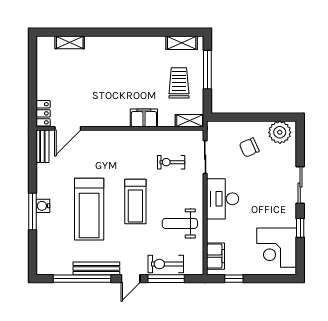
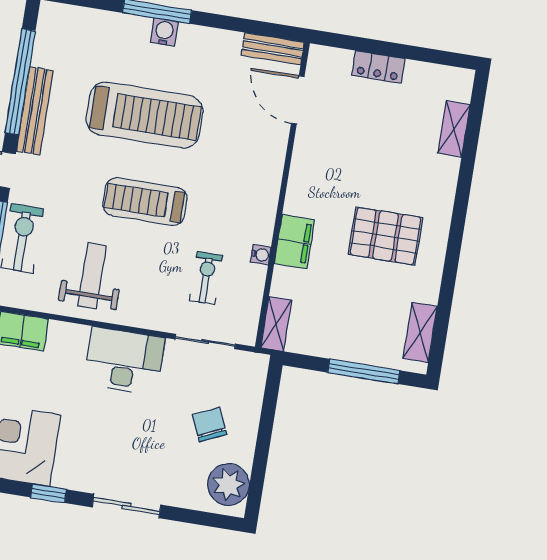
pallet: (133, 70) -> (386, 236), added
trolley: (179, 83) -> (348, 316), removed
locker: (43, 113) -> (378, 67), moved
water cooler: (154, 135) -> (261, 255), added
treadmill: (89, 209) -> (145, 115), turned 180

